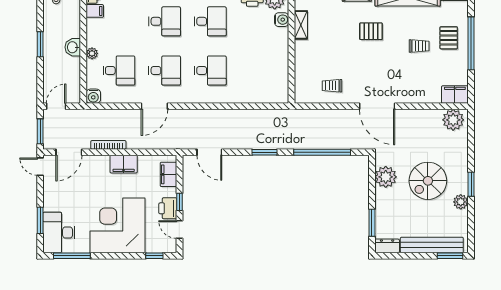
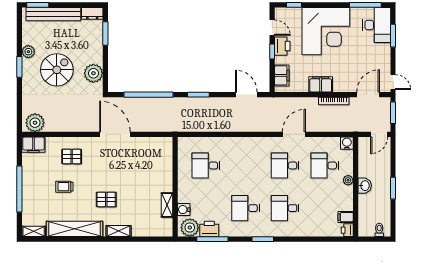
pallet: (449, 38) -> (72, 157), moved, turned 90
desk: (210, 70) -> (206, 165), moved
trolley: (332, 86) -> (140, 152), removed
door: (377, 106) -> (115, 134), moved

